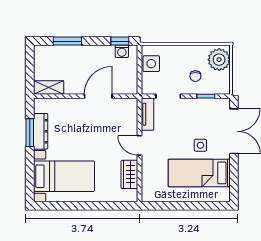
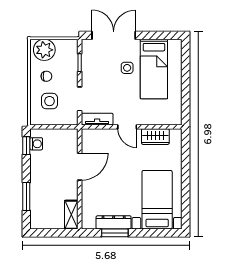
side table: (151, 64) -> (50, 101), moved
chair: (195, 76) -> (46, 76), moved
door: (98, 96) -> (80, 167), swing flipped
door: (139, 145) -> (127, 127), hinge flipped

